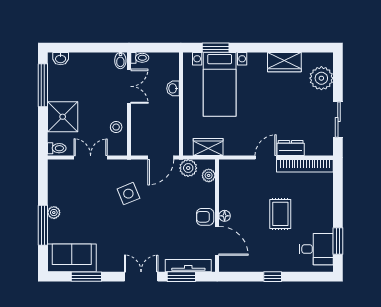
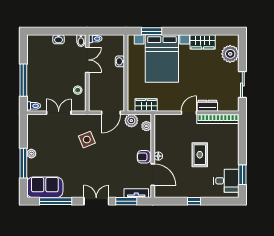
washbasin: (61, 59) -> (59, 39), moved
bed with nightstands: (220, 84) -> (162, 58), width x1.36
window: (43, 85) -> (23, 80), moved
shower: (63, 117) -> (38, 82), removed
tv unit: (188, 266) -> (136, 193), width x0.71
window: (86, 277) -> (56, 201), width x1.44

